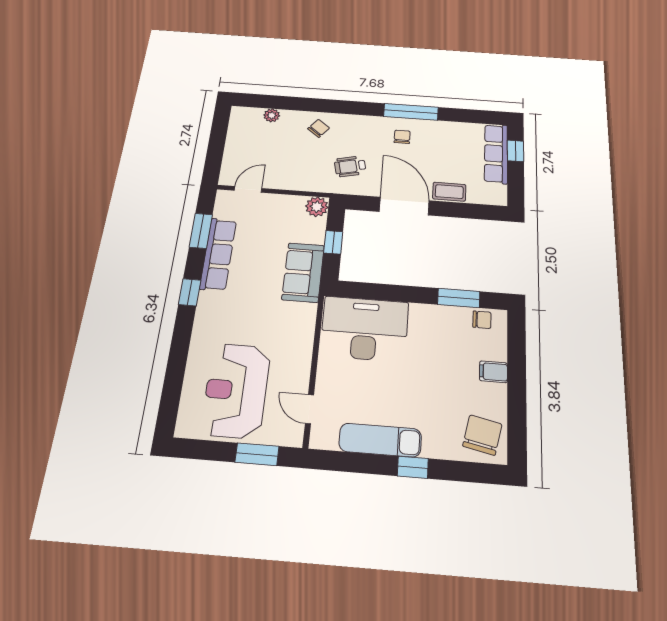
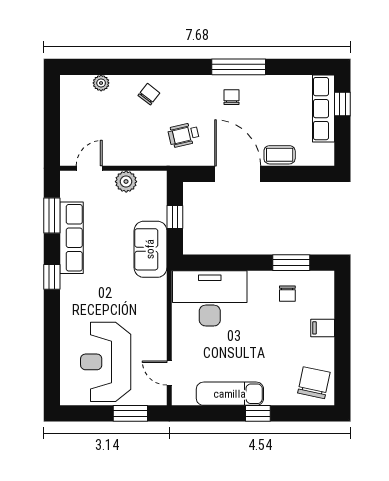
plant: (317, 207) -> (126, 182), moved
chair: (482, 320) -> (287, 294), moved, turned 90

